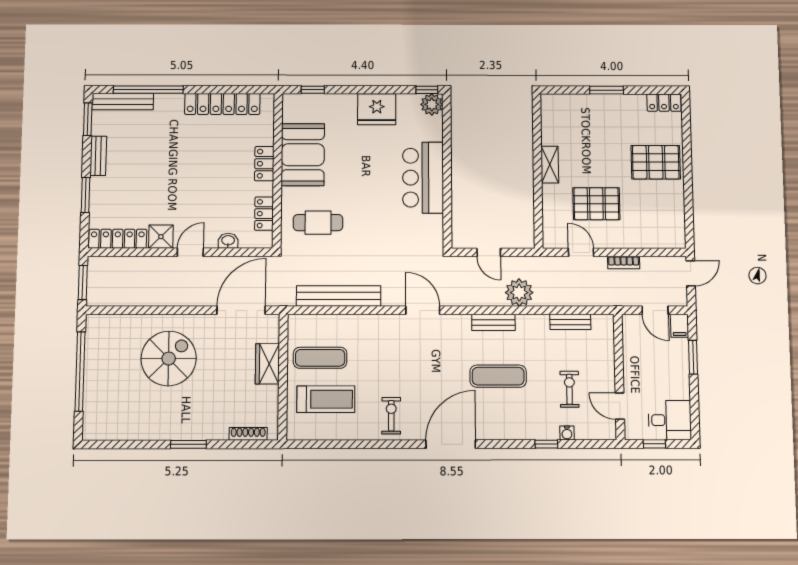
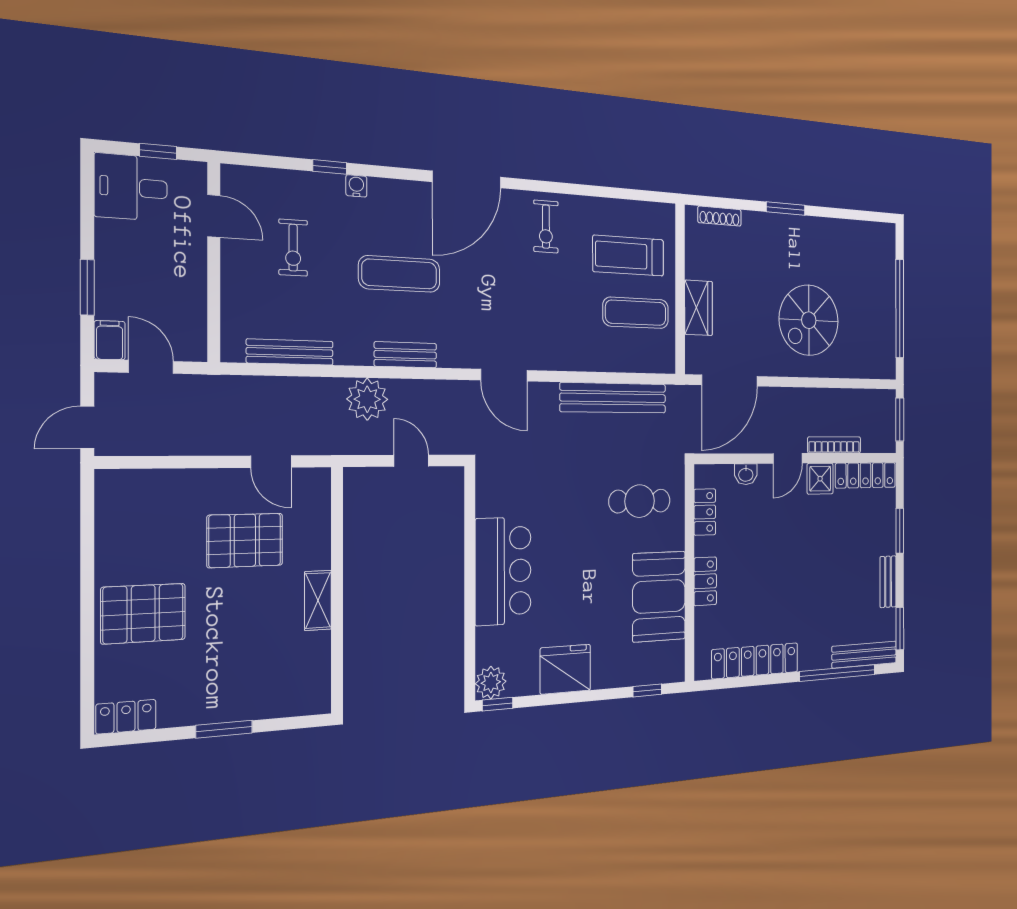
bookcase: (624, 262) -> (834, 445), moved, width x1.56
bench: (570, 322) -> (290, 352), width x1.36
water cooler: (567, 433) -> (356, 186), moved

